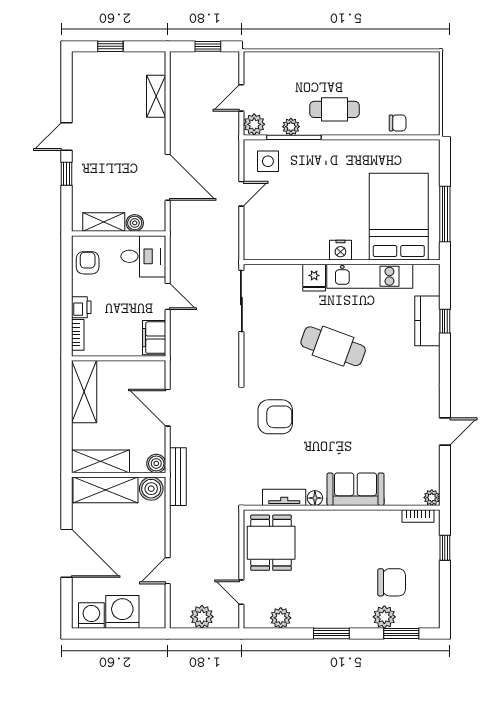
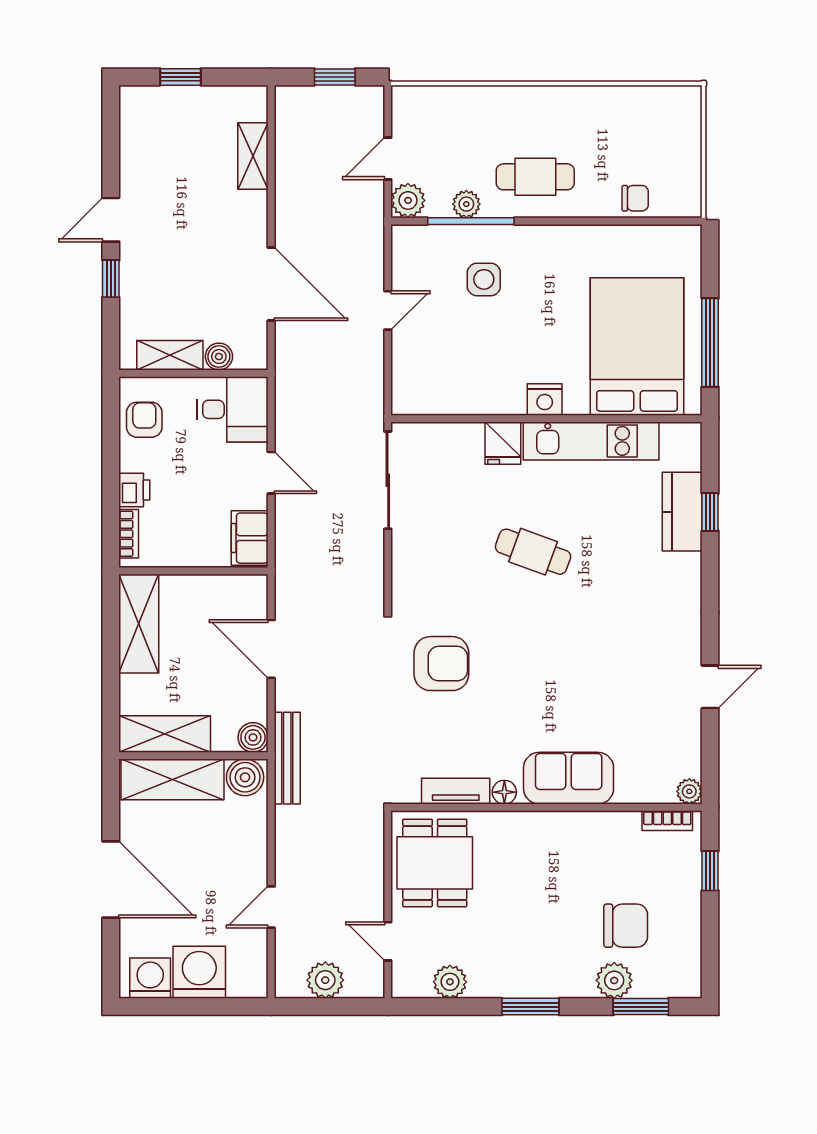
side table: (268, 161) -> (484, 279), moved
cafe table: (333, 346) -> (533, 552), width x0.73, depth x0.74

